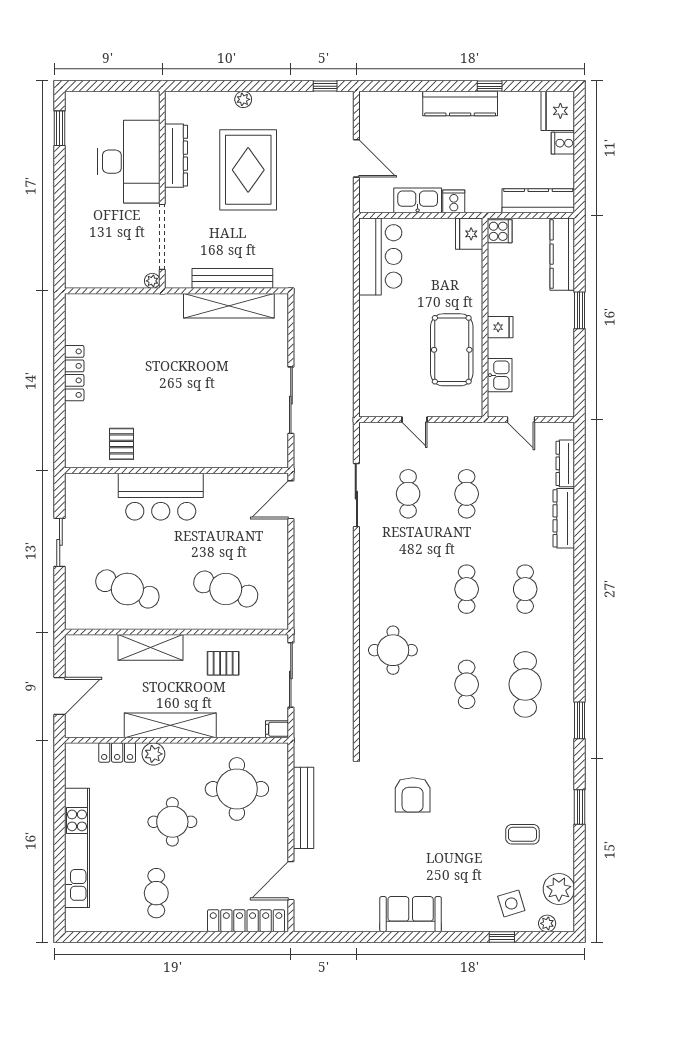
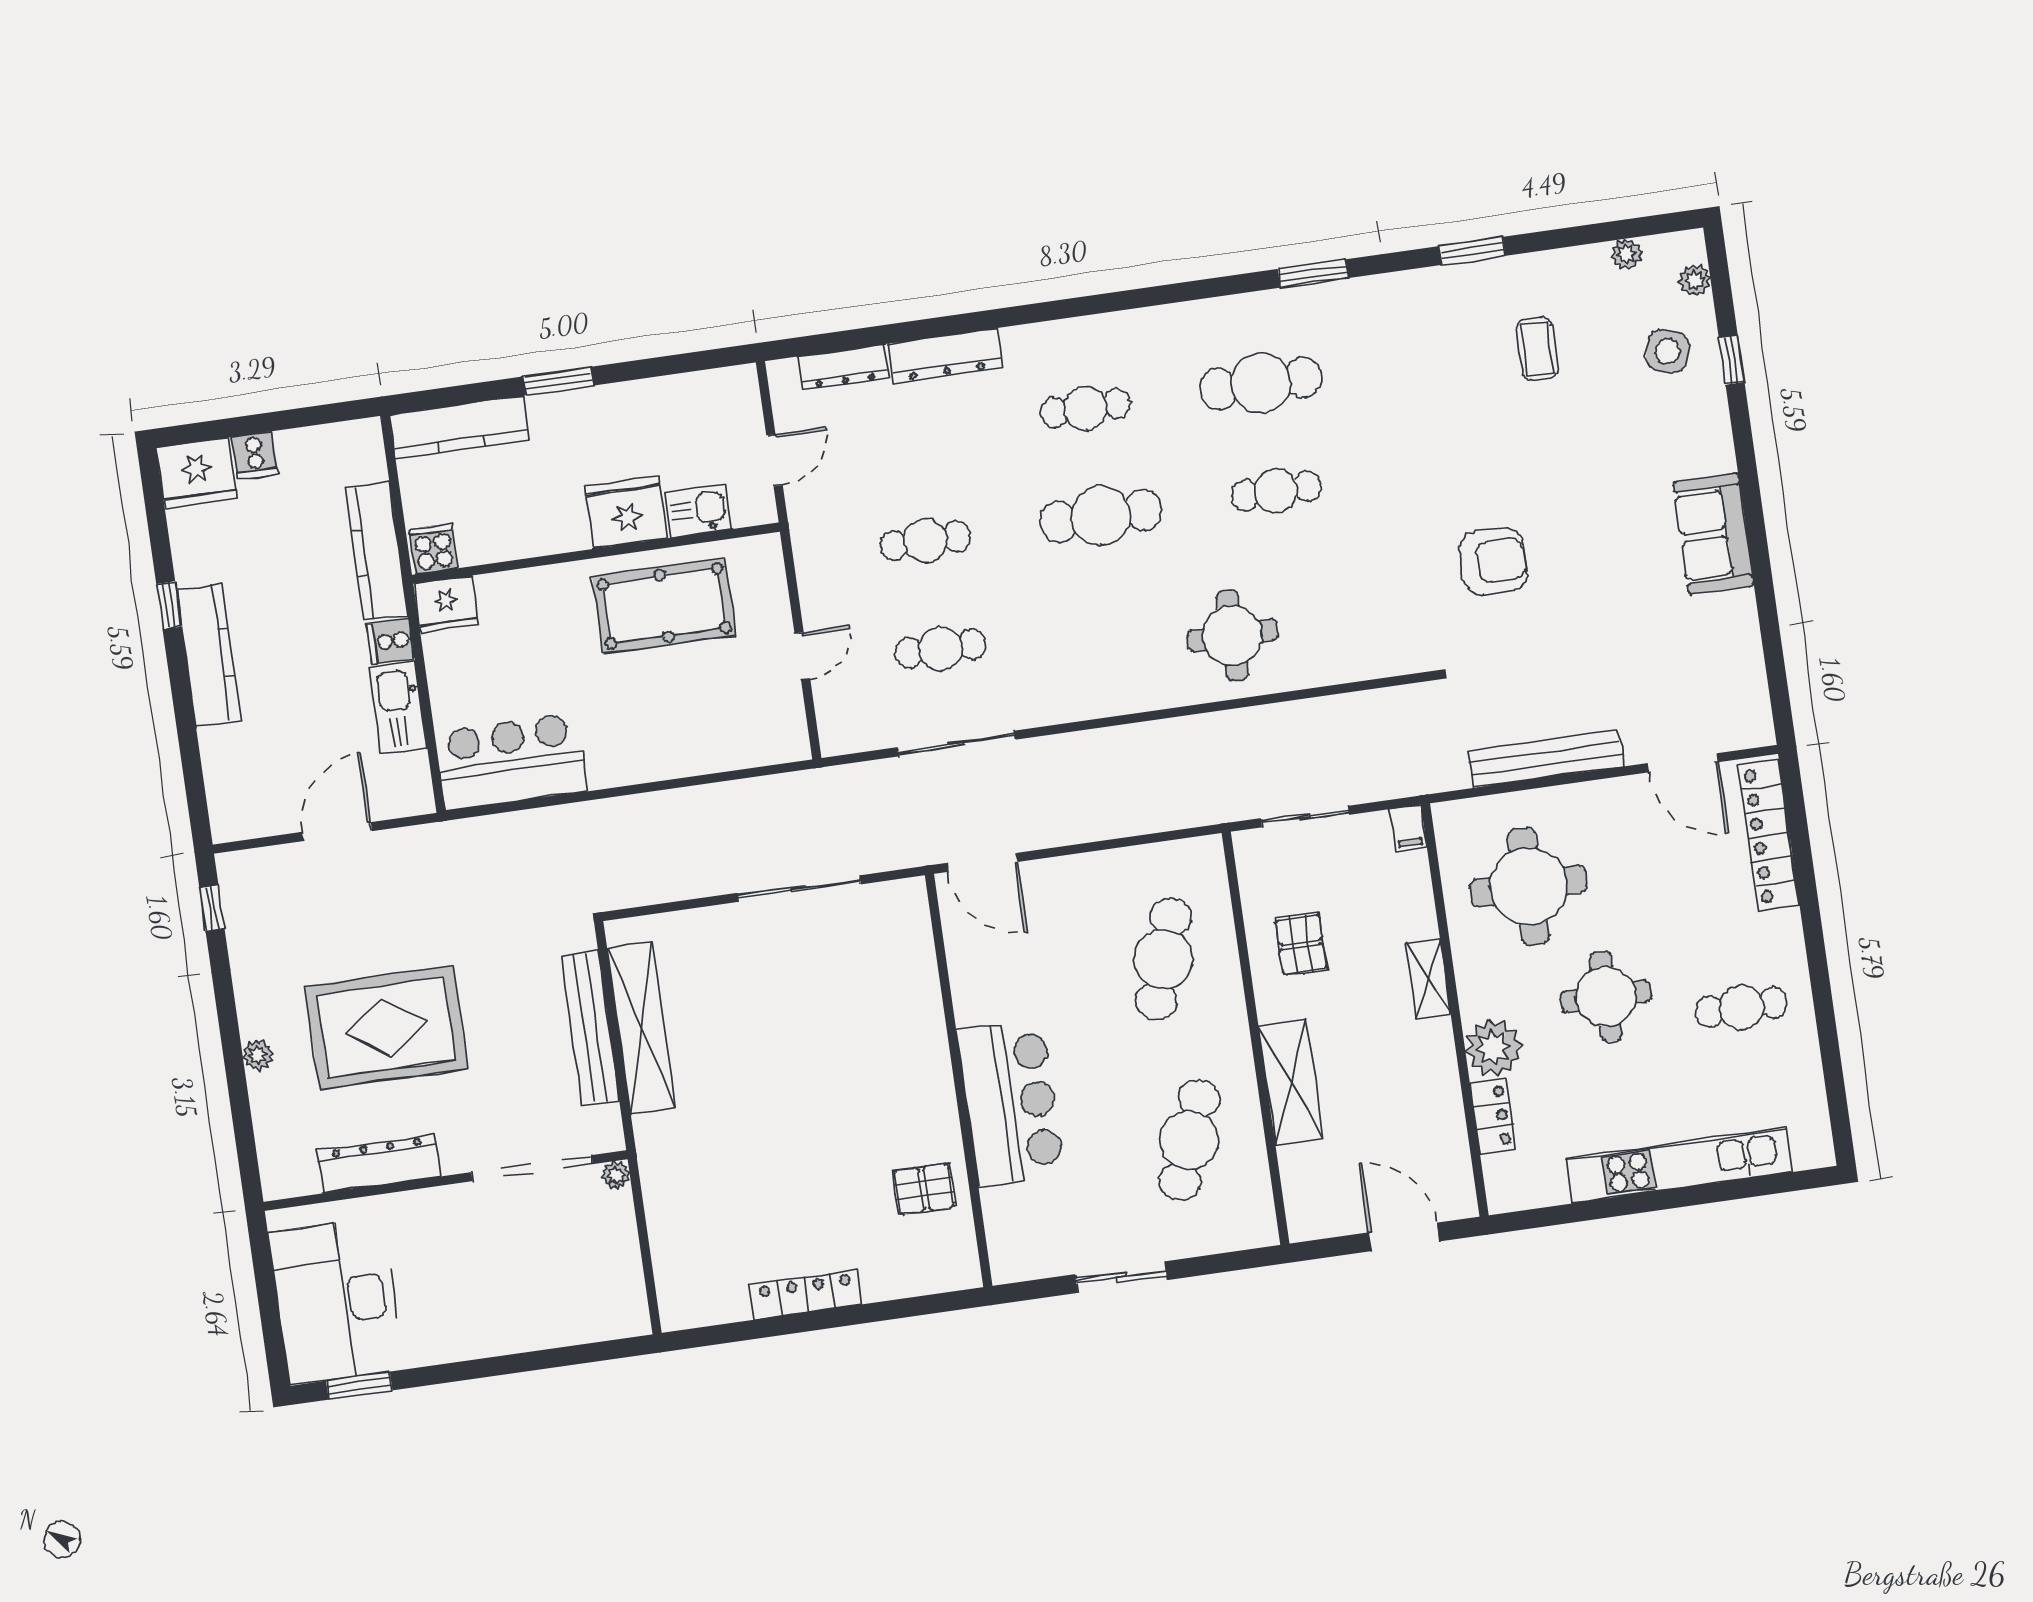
desk: (129, 162) -> (336, 1301), moved, turned -90
kitchen counter: (538, 201) -> (377, 551), moved
fridge: (500, 327) -> (626, 512), width x1.88, depth x1.34
cafe table: (467, 589) -> (1101, 516), width x1.37, depth x1.35
sliding door: (291, 675) -> (1305, 817), width x0.73
shelving: (170, 725) -> (1428, 979), width x0.45, depth x0.75
plant: (153, 754) -> (1494, 1048), width x1.36, depth x1.36
plant: (559, 889) -> (1626, 254), width x0.53, depth x0.53
side table: (511, 903) -> (1667, 351), turned 34

